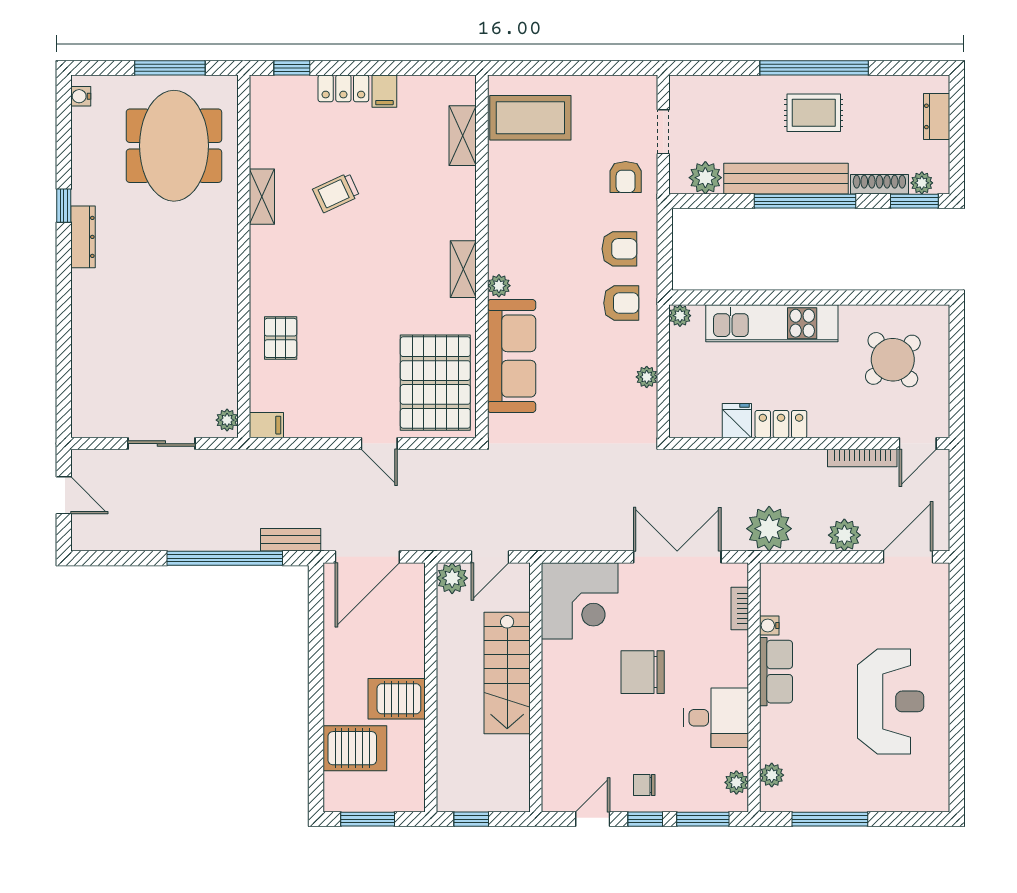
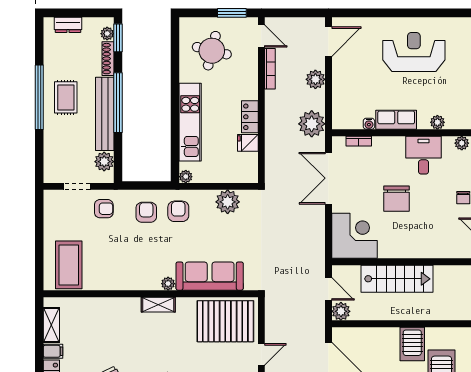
shelving: (463, 136) -> (51, 325), moved, turned 90
round table: (893, 360) -> (212, 51), turned -35
plant: (647, 377) -> (228, 202), width x1.87, depth x1.87
window: (957, 394) -> (232, 13), added
door: (908, 557) -> (328, 42), swing flipped
plant: (772, 775) -> (437, 122), moved

